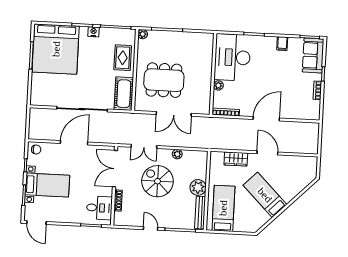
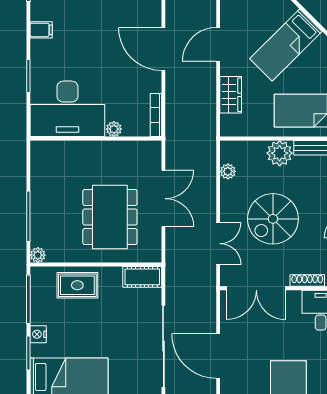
cot: (124, 94) -> (142, 277), width x0.73, depth x0.75
plant: (177, 154) -> (228, 171), moved

